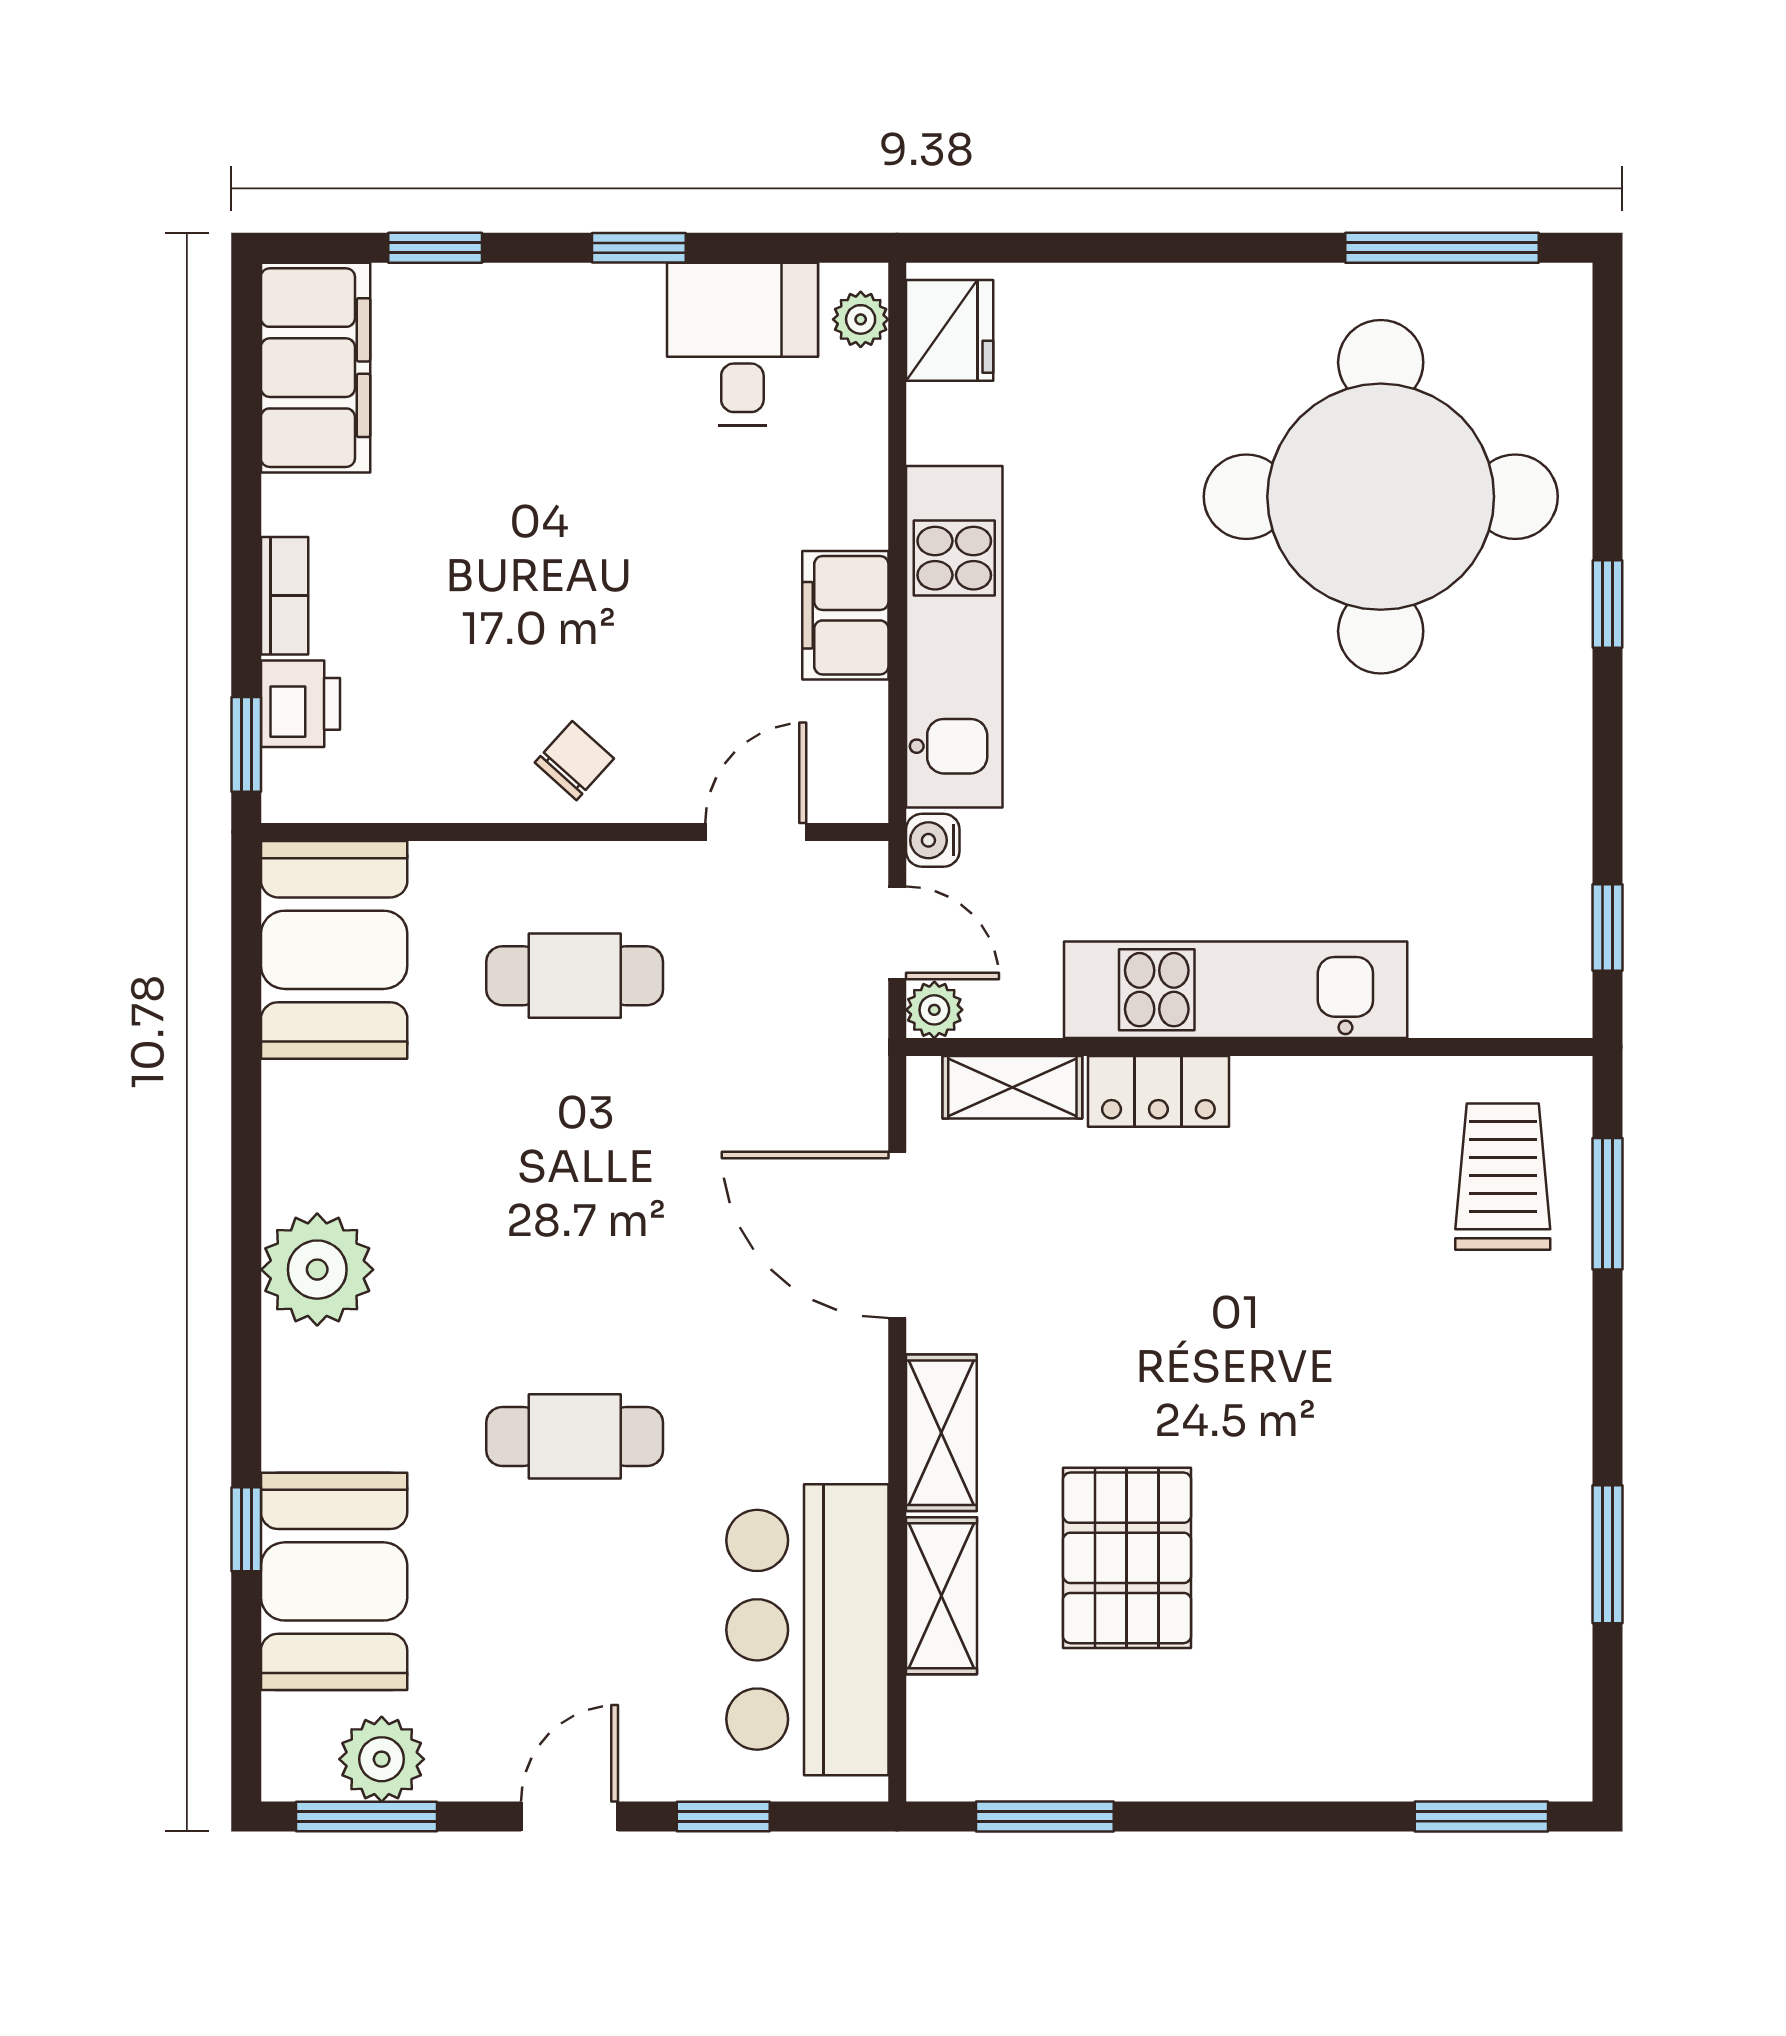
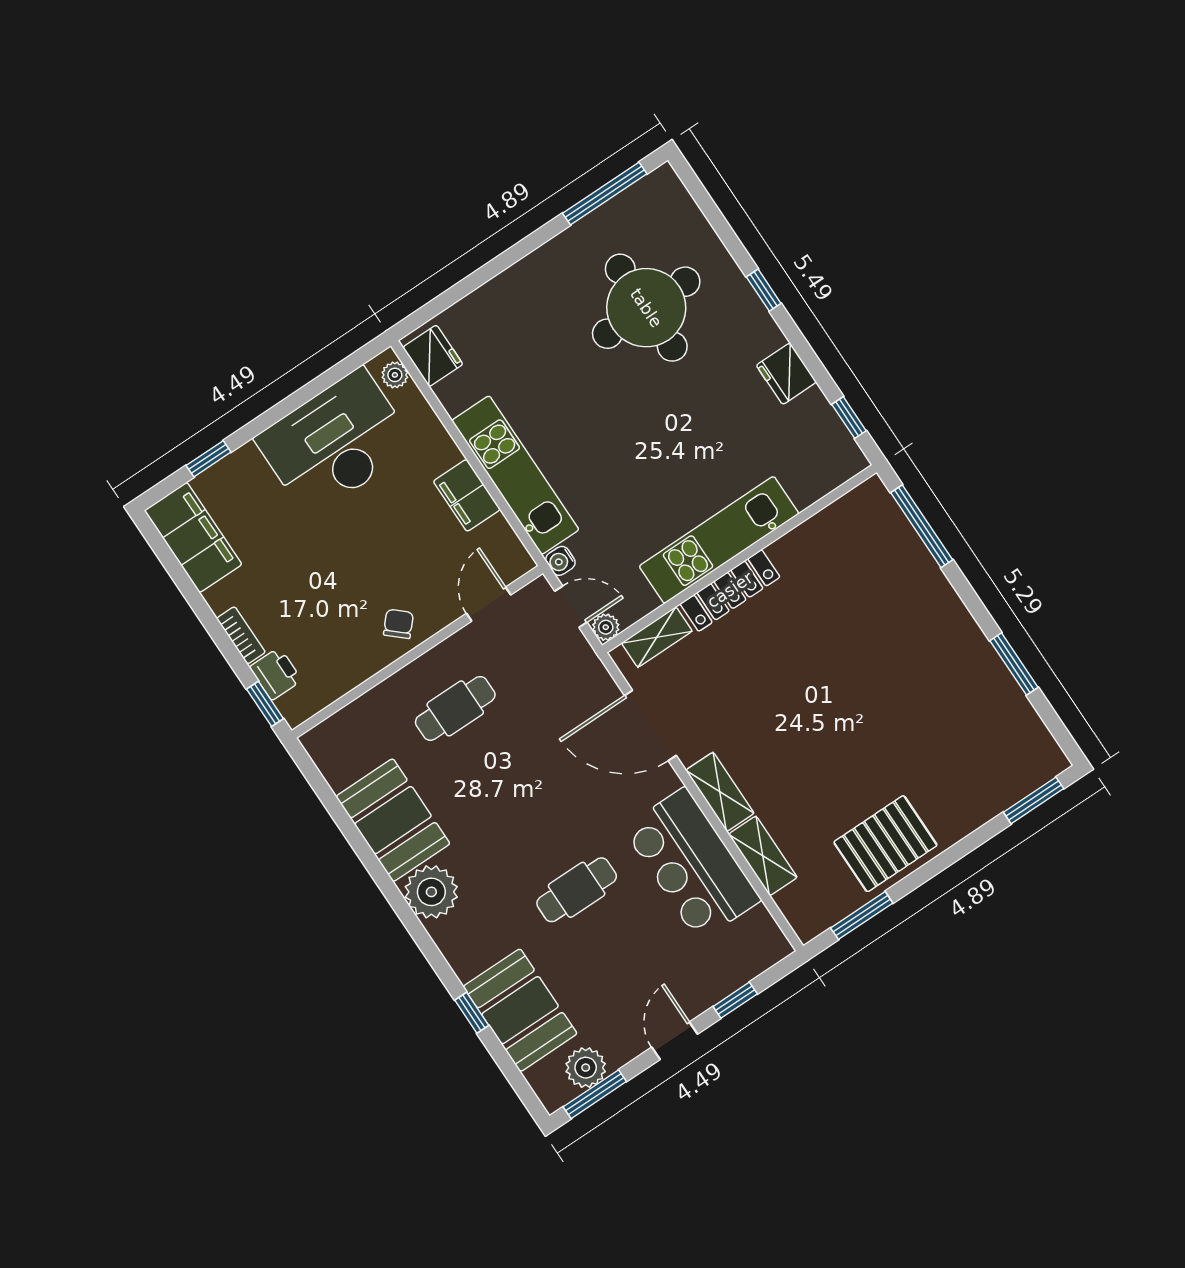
window: (639, 248) -> (289, 405), removed
desk: (742, 344) -> (335, 443), width x1.87, depth x1.30
round table: (1381, 497) -> (646, 308), width x0.73, depth x0.73
fridge: (1549, 777) -> (786, 374), added
booth: (334, 950) -> (393, 820), moved
locker: (1158, 1091) -> (730, 590), width x1.53
trolley: (1503, 1177) -> (873, 543), removed
window: (1607, 1204) -> (922, 526), width x1.44
pallet: (1127, 1558) -> (885, 844), moved, turned 90
bar counter: (807, 1630) -> (692, 864), moved

